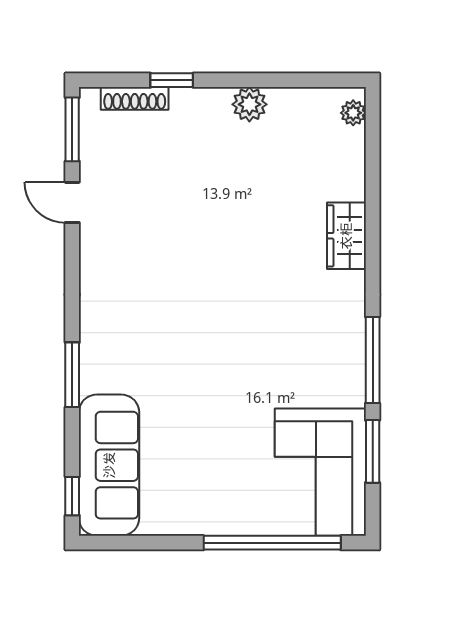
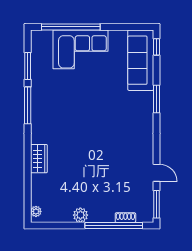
window: (172, 80) -> (114, 225), width x3.17
shoe rack: (135, 98) -> (125, 218), width x0.70
corner sofa: (320, 472) -> (81, 49), moved, turned 90

